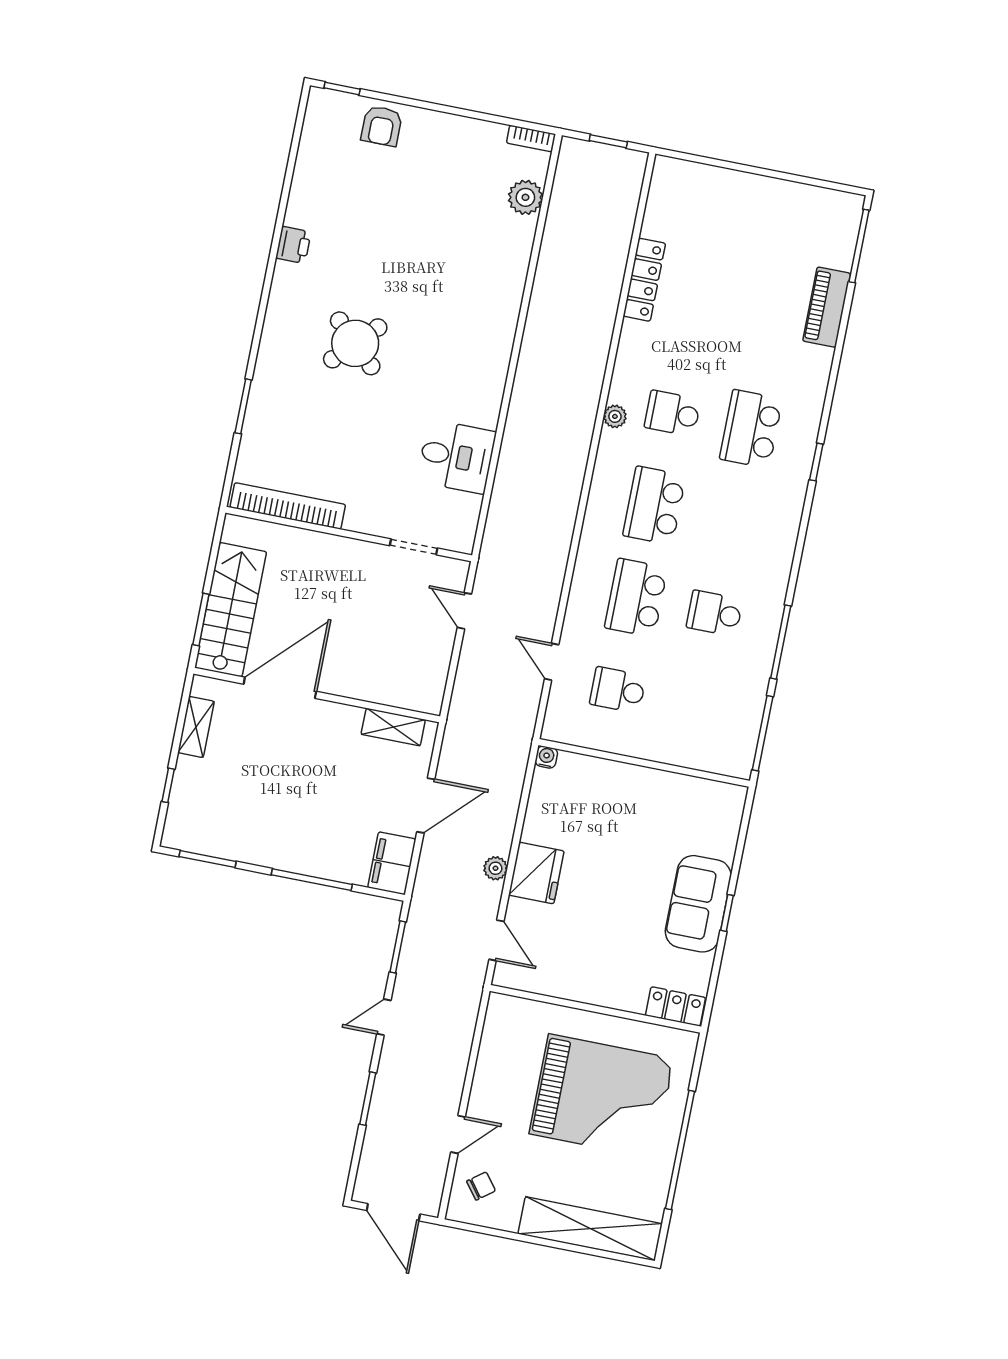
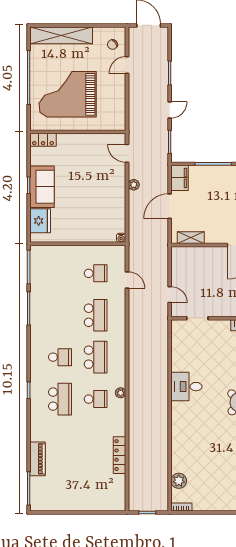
desk: (456, 457) -> (186, 387), moved
school desk: (715, 613) -> (60, 357), moved
fridge: (536, 873) -> (40, 221), moved, turned 180

